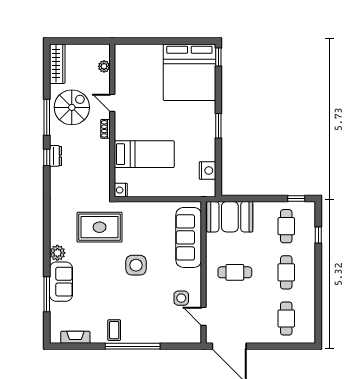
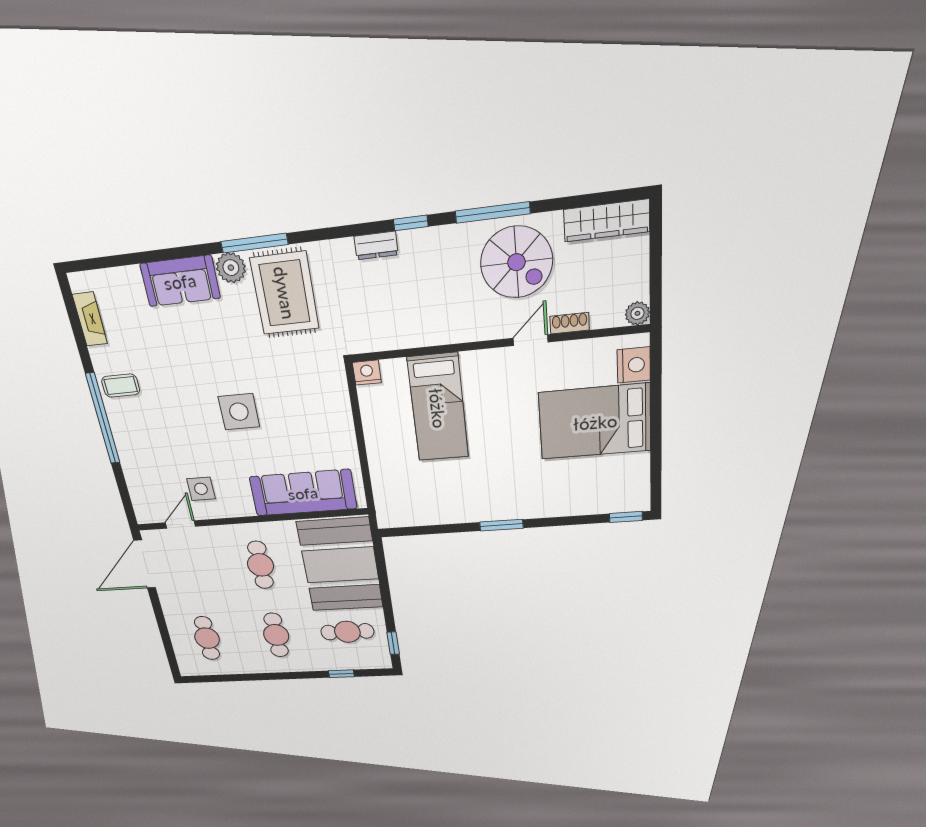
plant: (104, 66) -> (637, 313), moved
bed: (189, 72) -> (595, 422), moved, width x0.73
shoe rack: (105, 129) -> (570, 323), moved
dresser: (55, 156) -> (376, 246), moved
nightstand: (207, 171) -> (634, 365), moved, turned -90
booth: (230, 217) -> (340, 565), width x1.36, depth x1.42
rug: (100, 227) -> (285, 293), moved
cafe table: (286, 272) -> (276, 635), turned 90
window: (47, 294) -> (254, 243), moved
cafe table: (286, 318) -> (207, 638), turned 90

